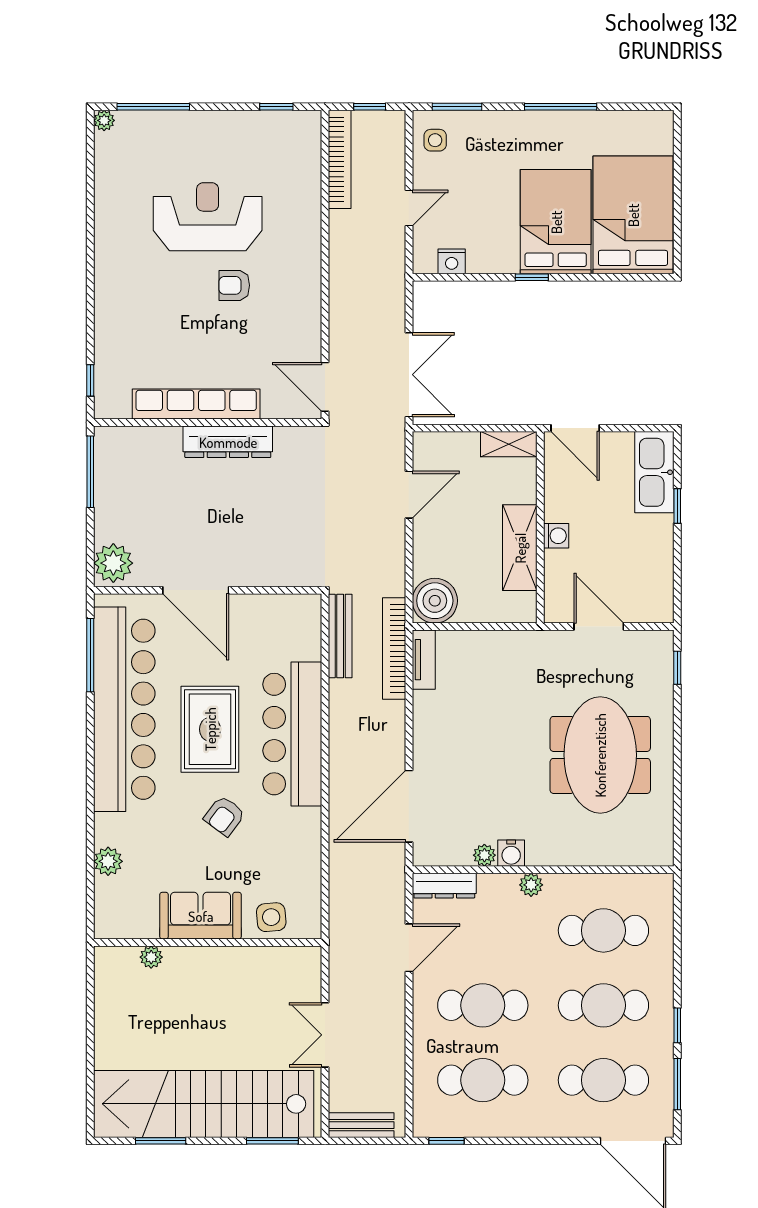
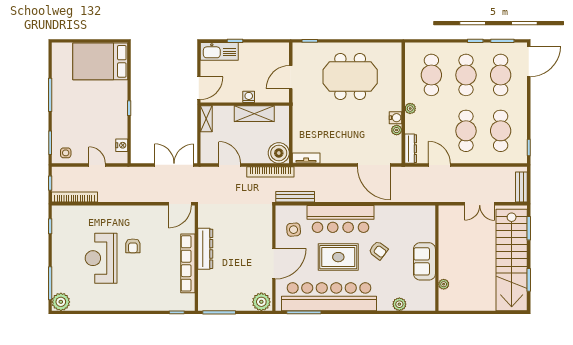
plant: (104, 120) -> (61, 302), width x1.88, depth x1.88
bed: (556, 222) -> (103, 97), removed
bookcase: (394, 648) -> (270, 172), moved
side table: (271, 917) -> (294, 230), moved

